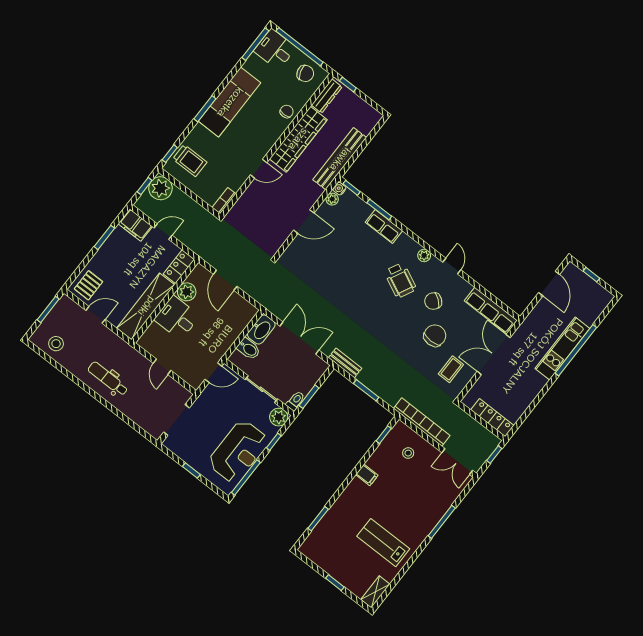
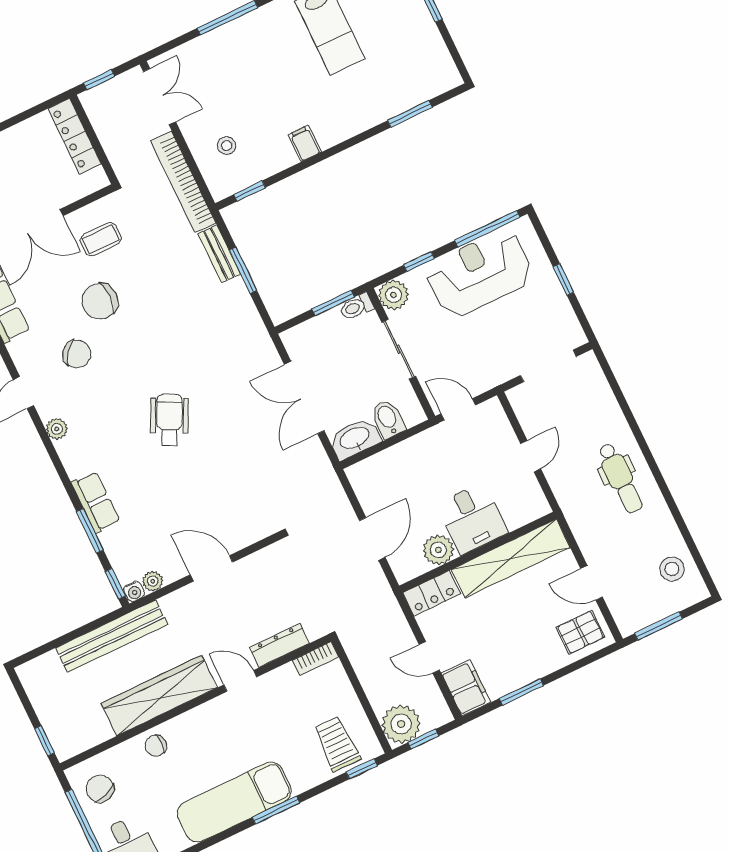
dresser: (327, 96) -> (279, 645), moved
wheelchair: (400, 280) -> (169, 420), moved
bench: (345, 363) -> (219, 254), moved

